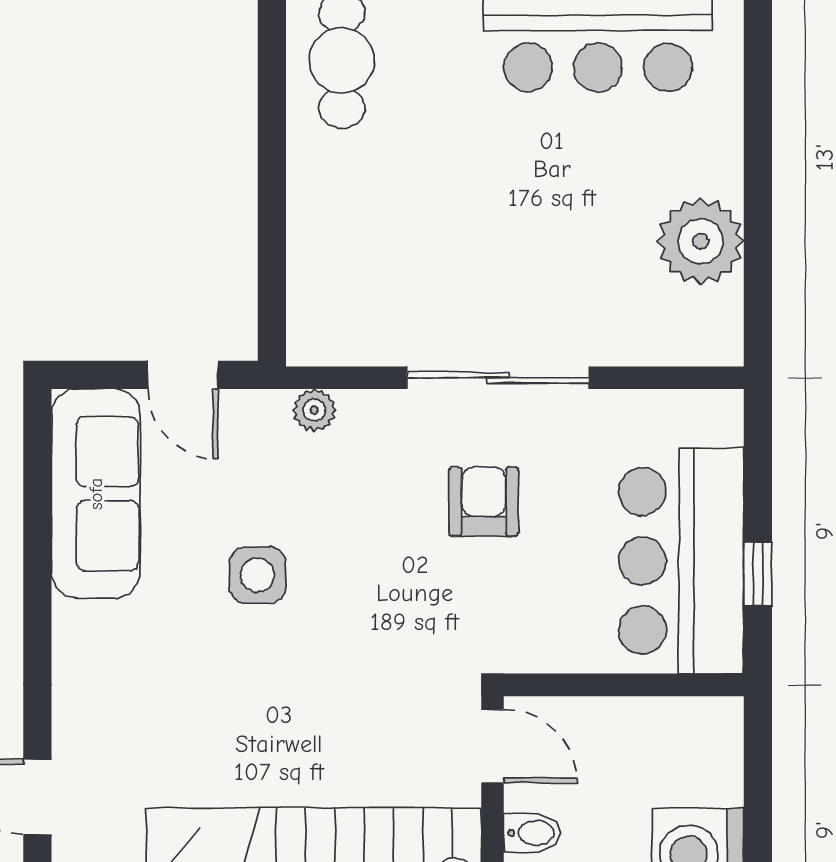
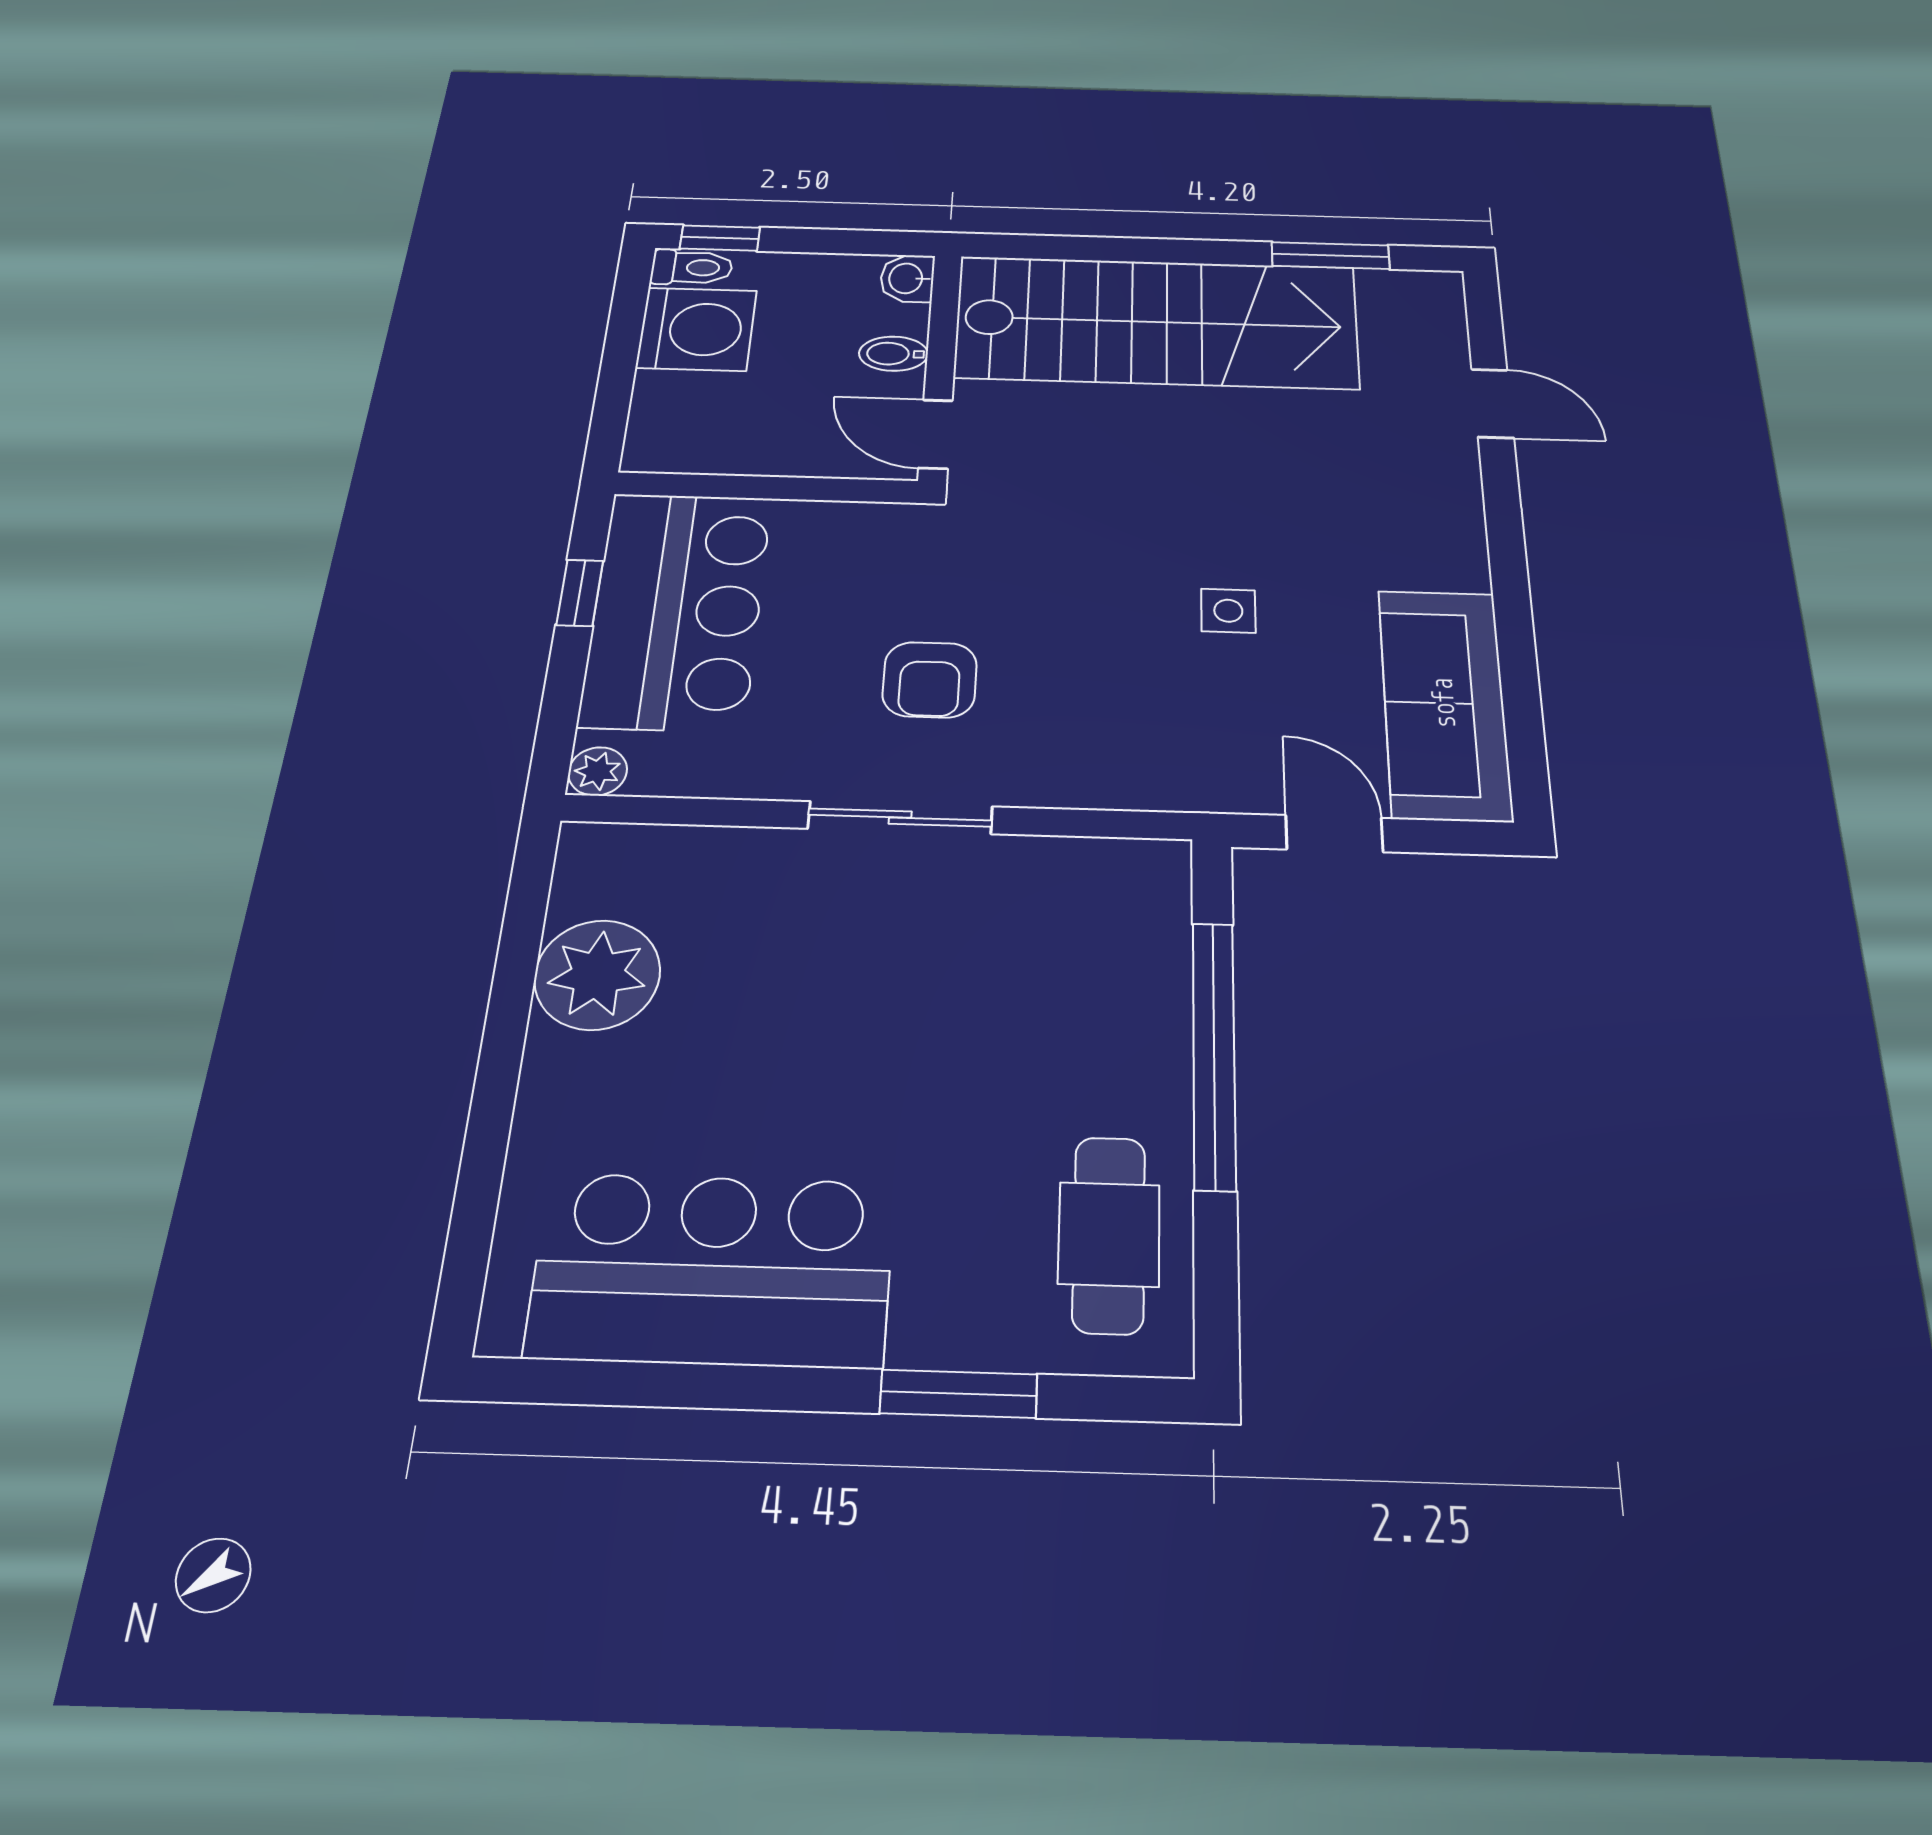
window: (272, 194) -> (1214, 1053), added
sliding door: (498, 378) -> (900, 818), width x0.73
plant: (314, 410) -> (598, 771), moved
side table: (257, 575) -> (1228, 611), width x0.73, depth x0.73

